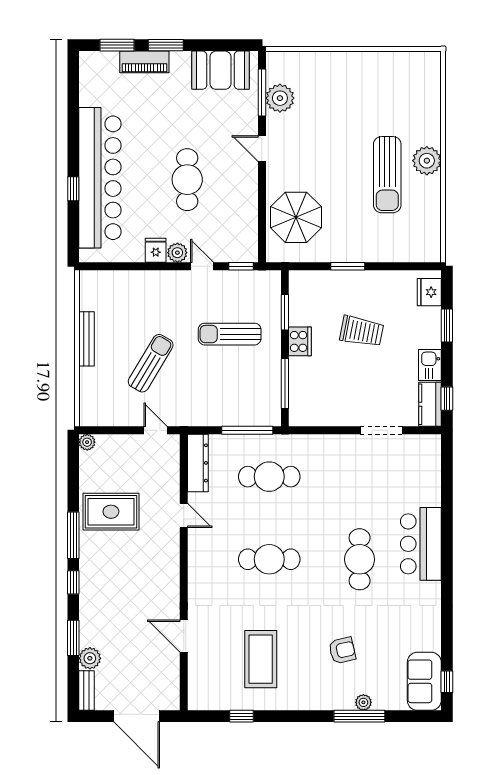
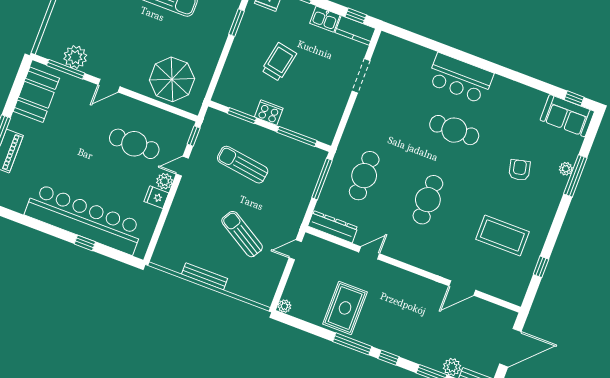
cafe table: (187, 180) -> (134, 144), moved
window: (348, 266) -> (237, 23), moved
sun lounger: (230, 334) -> (243, 165), turned 98

